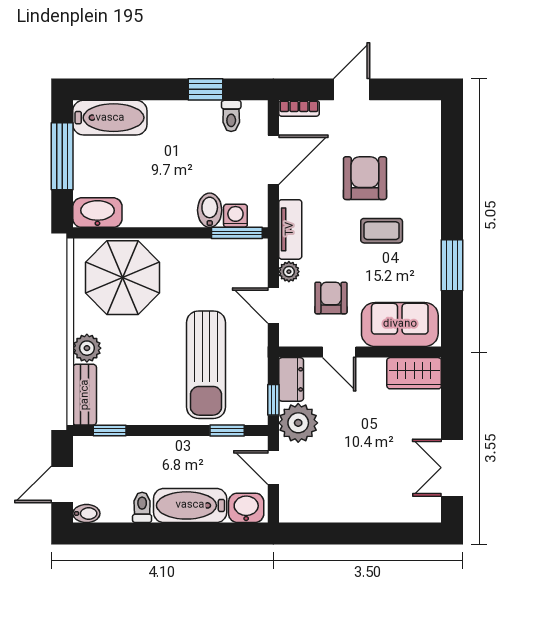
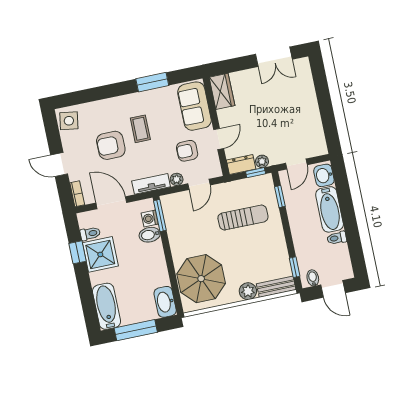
side table: (418, 119) -> (69, 121), added
shower: (195, 125) -> (100, 254), added
sun lounger: (206, 365) -> (243, 217), width x0.73, depth x0.75
plant: (298, 423) -> (262, 161), width x0.53, depth x0.53
bidet: (86, 513) -> (313, 278), moved

